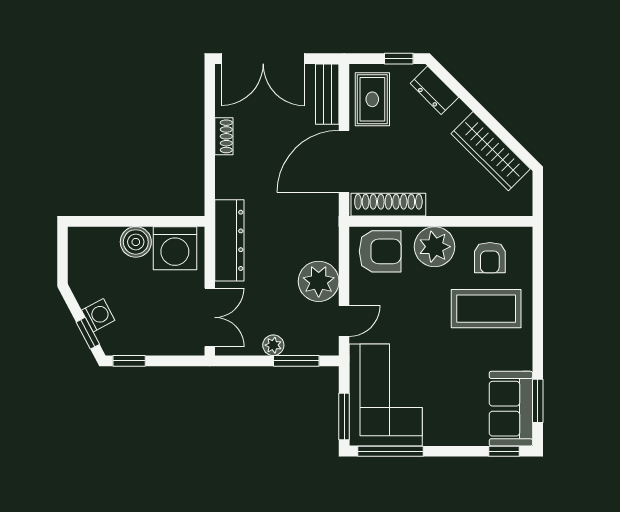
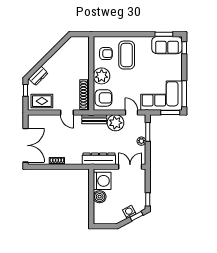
bench: (327, 94) -> (94, 119), moved
wardrobe: (491, 151) -> (63, 53), removed
door: (344, 161) -> (67, 113), width x0.53
armchair: (380, 251) -> (103, 98), turned 90

